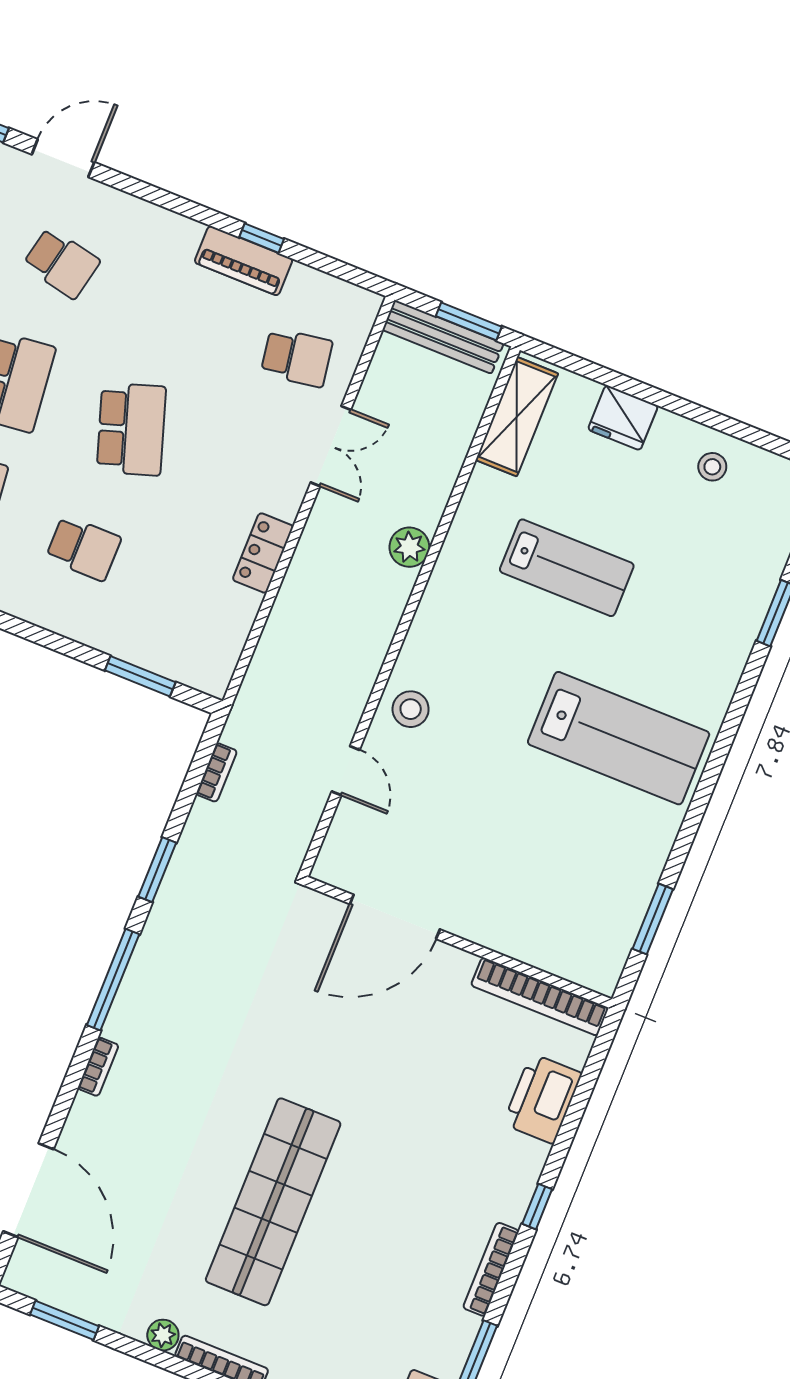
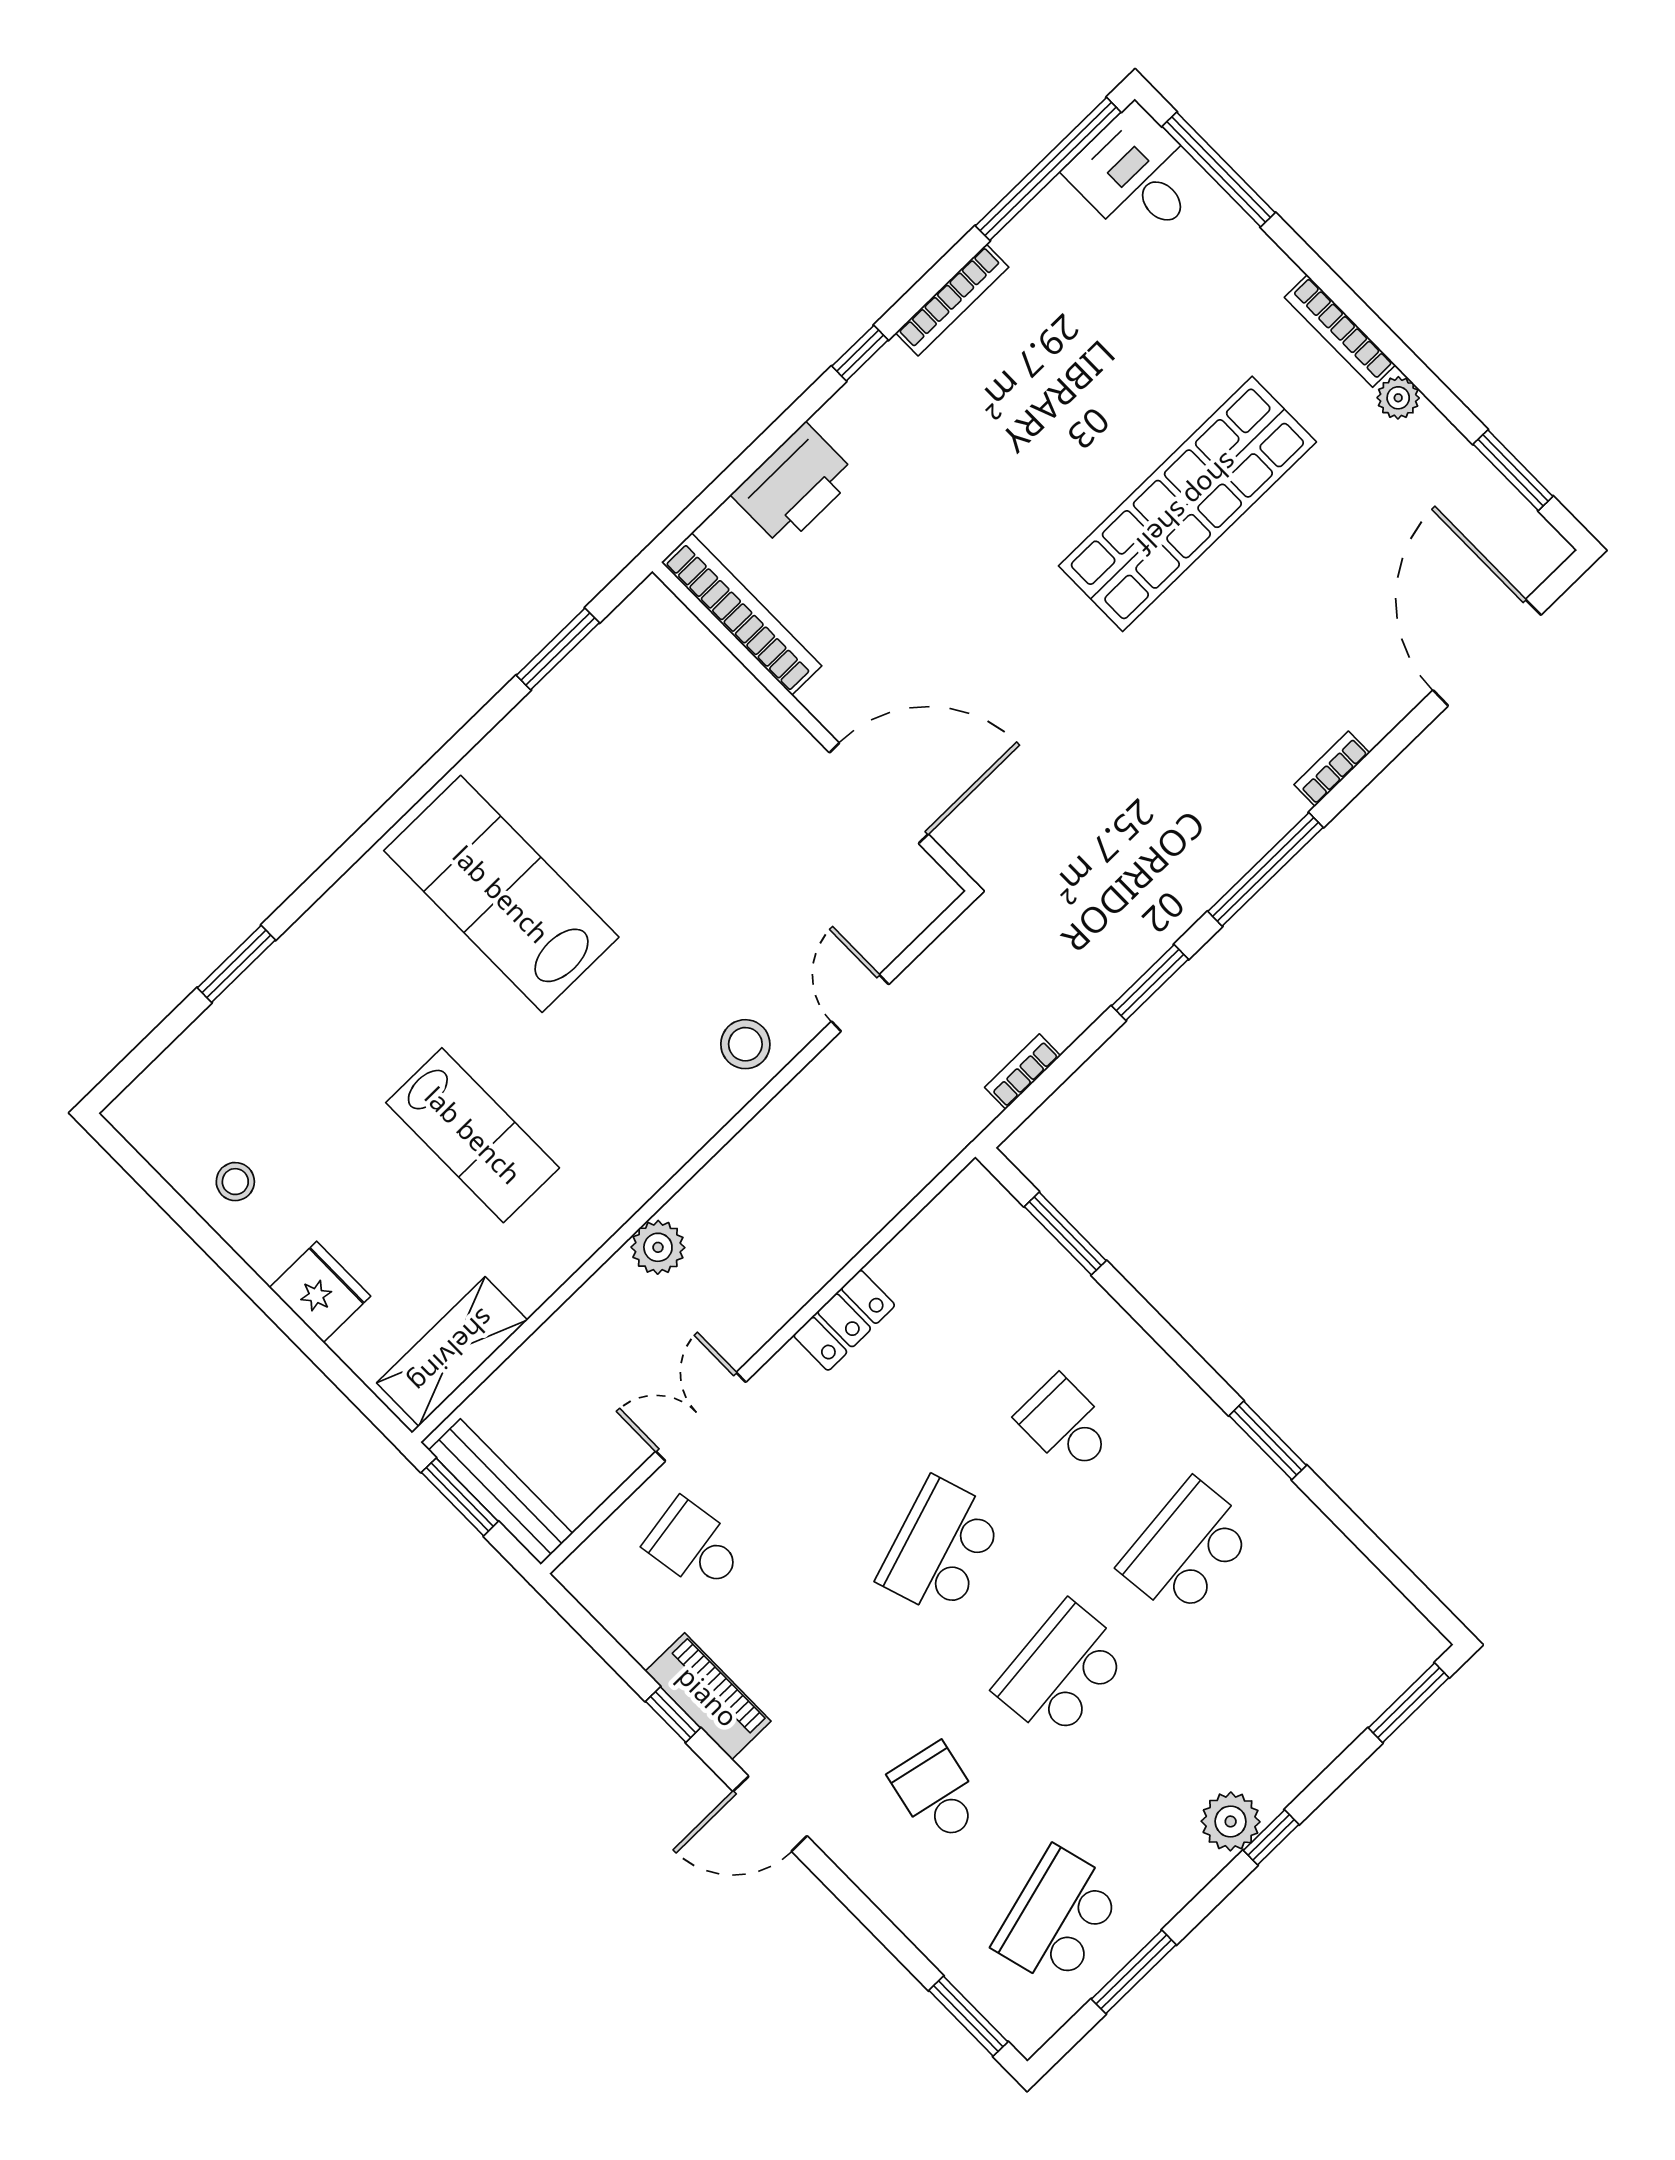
door: (63, 158) -> (770, 1814), moved
lab bench: (567, 568) -> (473, 1135), turned 180

